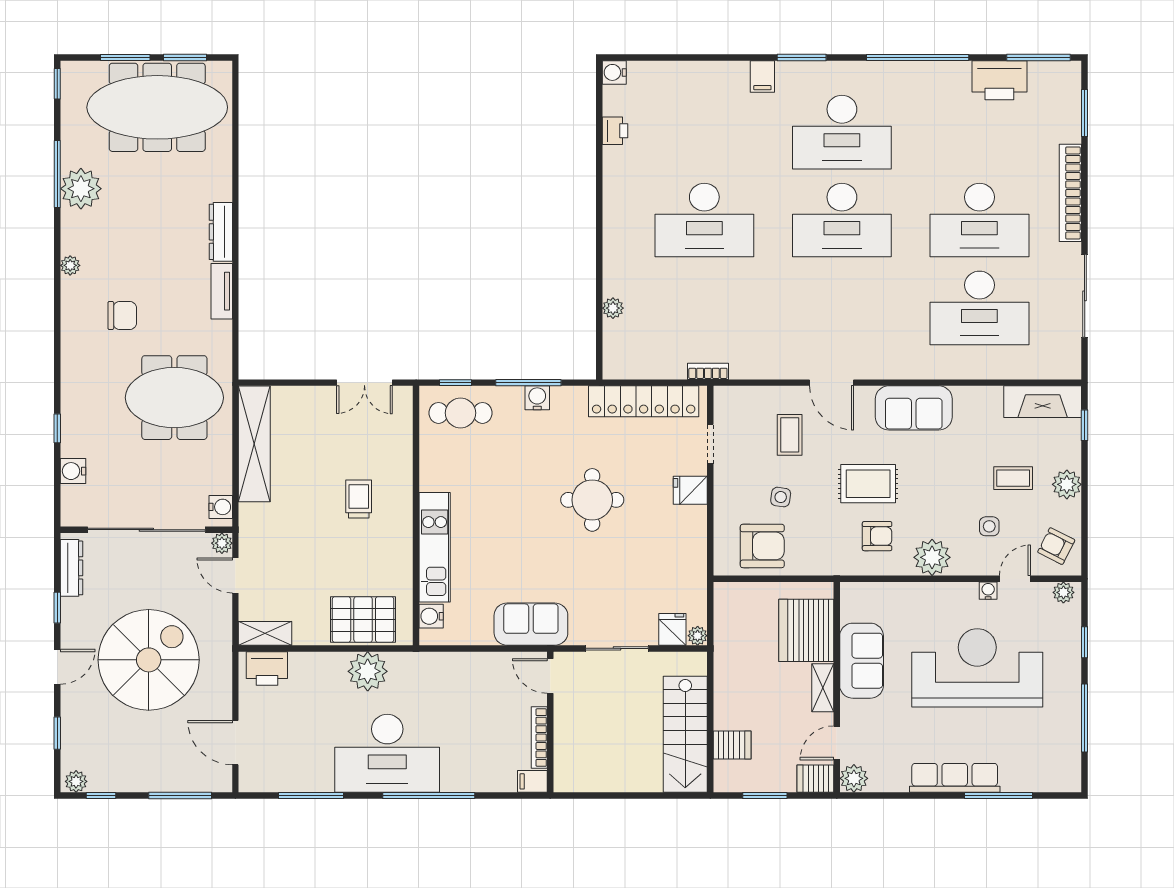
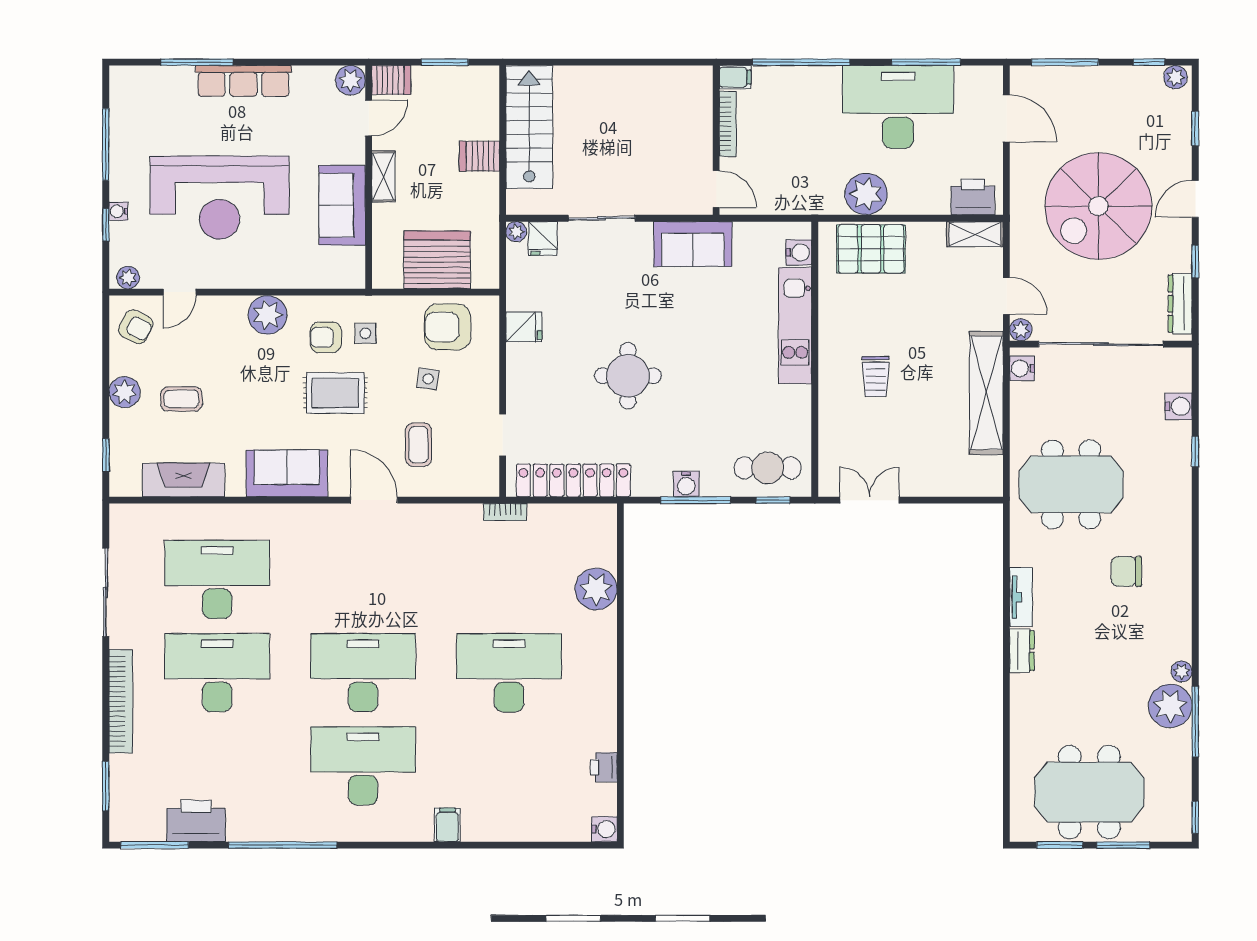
window: (802, 57) -> (406, 845), removed
meeting table: (157, 107) -> (1089, 792), width x0.73
dresser: (221, 232) -> (1022, 651), width x0.70
plant: (70, 265) -> (1182, 672), moved
plant: (613, 308) -> (596, 589), width x1.88, depth x1.88
fireplace: (1043, 402) -> (183, 480), moved
shelving: (254, 444) -> (986, 393), moved
fridge: (690, 490) -> (524, 327), moved
side table: (989, 526) -> (365, 333), moved
water cooler: (988, 591) -> (118, 211), moved, turned 90
server rack: (806, 630) -> (437, 260), moved, turned -90
door: (550, 676) -> (716, 189), moved
wall: (550, 722) -> (716, 140), moved
bookcase: (539, 738) -> (728, 124), moved
server rack: (732, 745) -> (479, 156), moved
desk: (387, 753) -> (898, 107), moved
filing cabinet: (532, 781) -> (735, 77), moved

